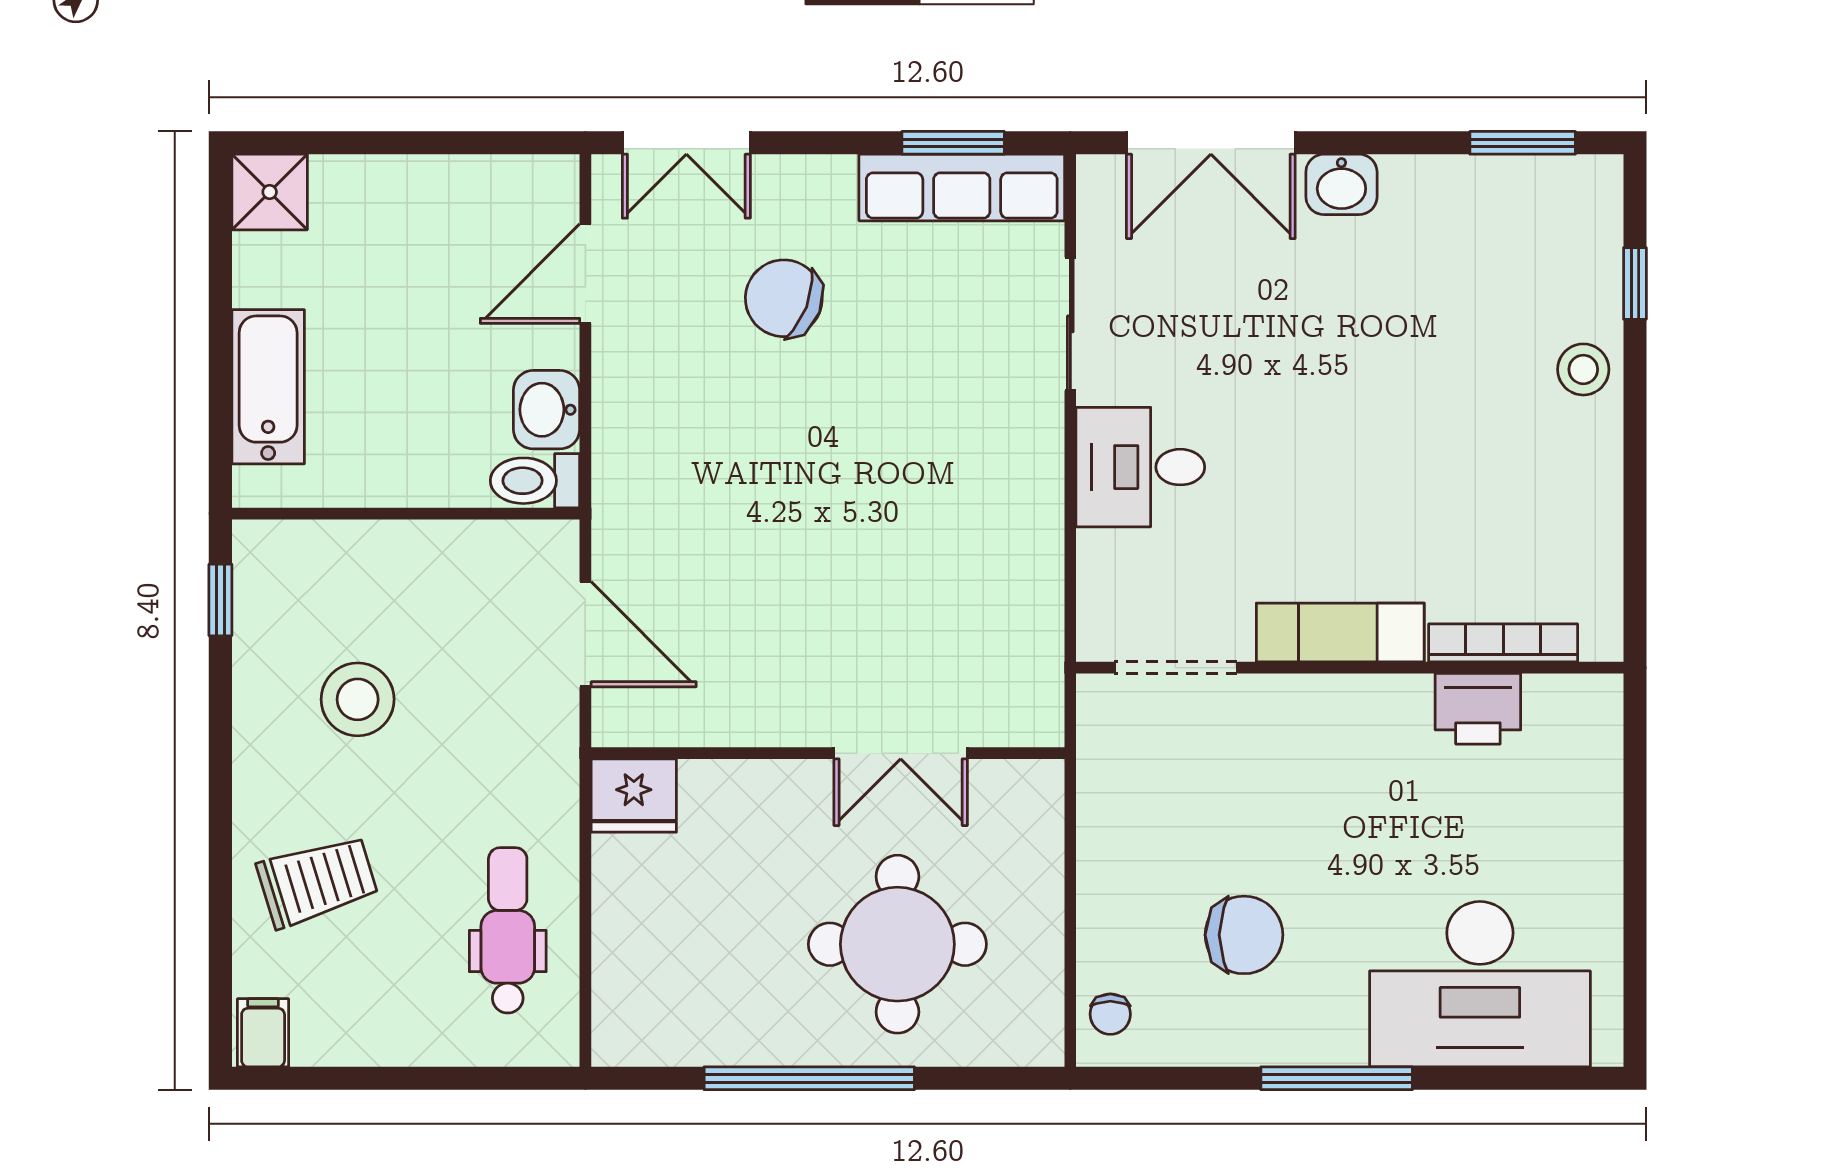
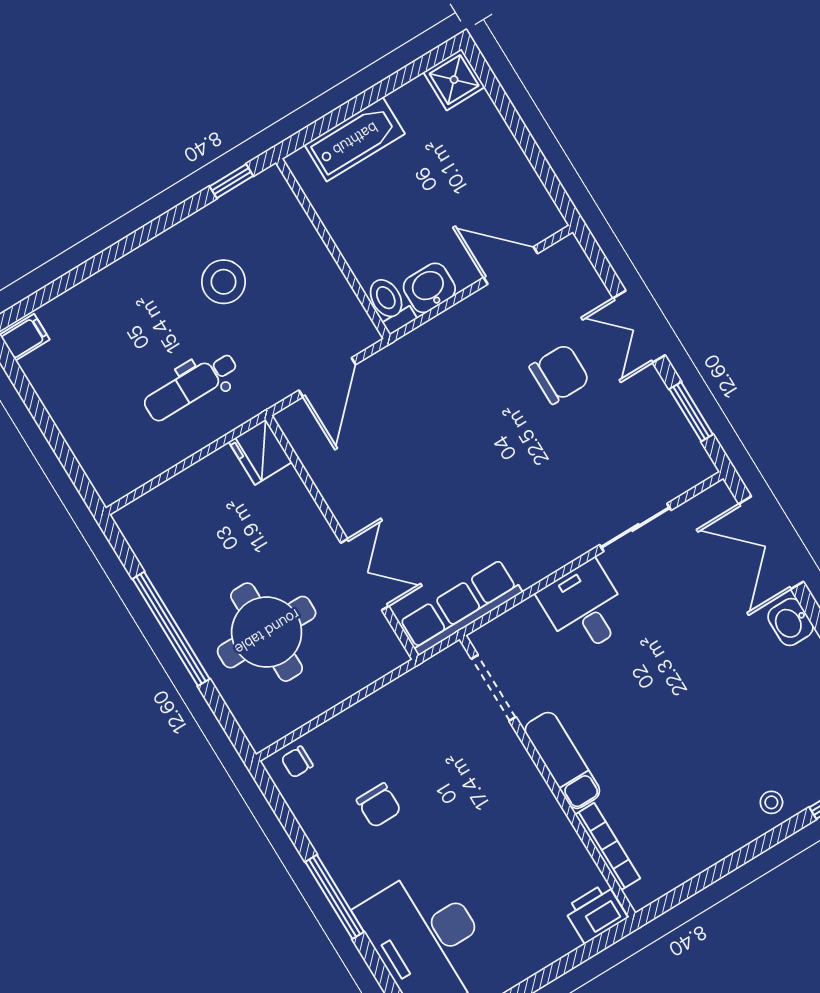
double door: (686, 143) -> (639, 327), moved
row of seats: (962, 187) -> (460, 607), moved, turned 90
chair: (784, 298) -> (560, 374), turned 69
stool: (1583, 369) -> (771, 802), width x0.73, depth x0.73
printer: (1478, 709) -> (596, 913), moved, turned 90
double door: (901, 753) -> (365, 574), swing flipped
trolley: (317, 881) -> (119, 318), removed
dental chair: (508, 930) -> (191, 386), moved, turned 180
chair: (1244, 935) -> (379, 805), width x0.73, depth x0.73

